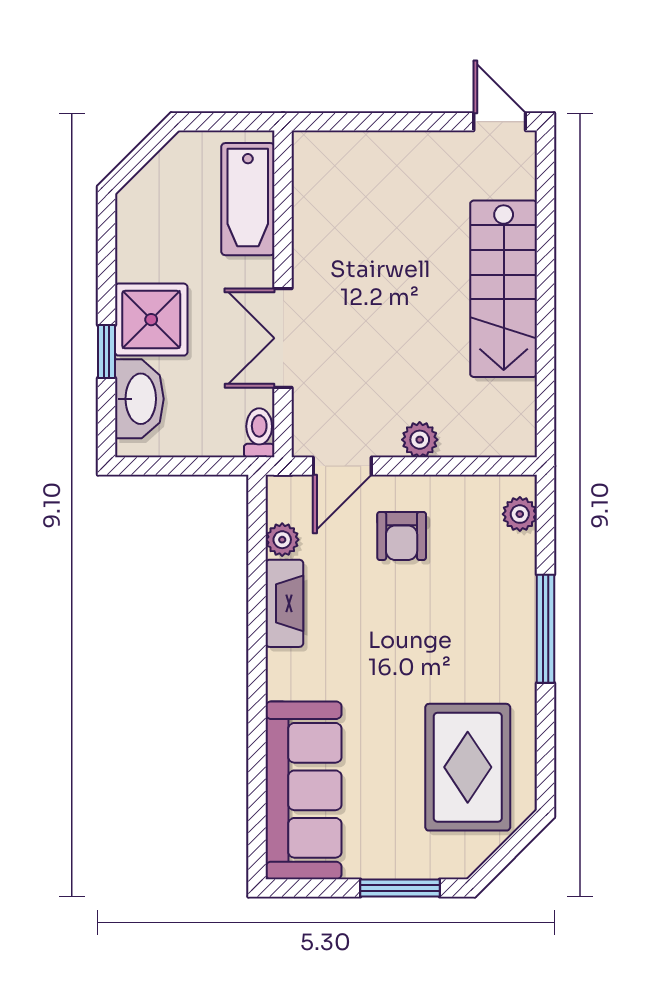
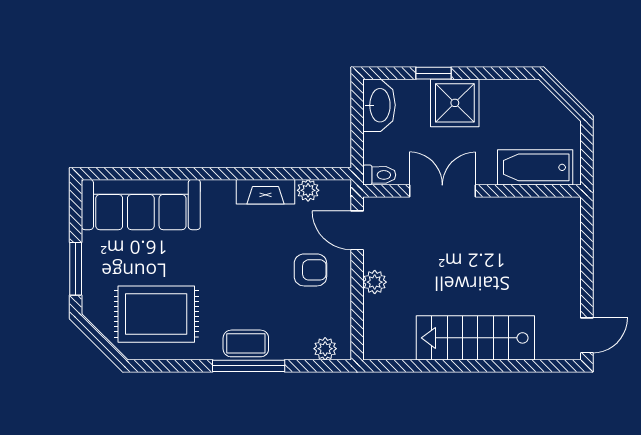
washbasin: (139, 399) -> (379, 105), moved, turned -90
armchair: (402, 536) -> (310, 270), turned 180
coffee table: (512, 633) -> (246, 343), added

